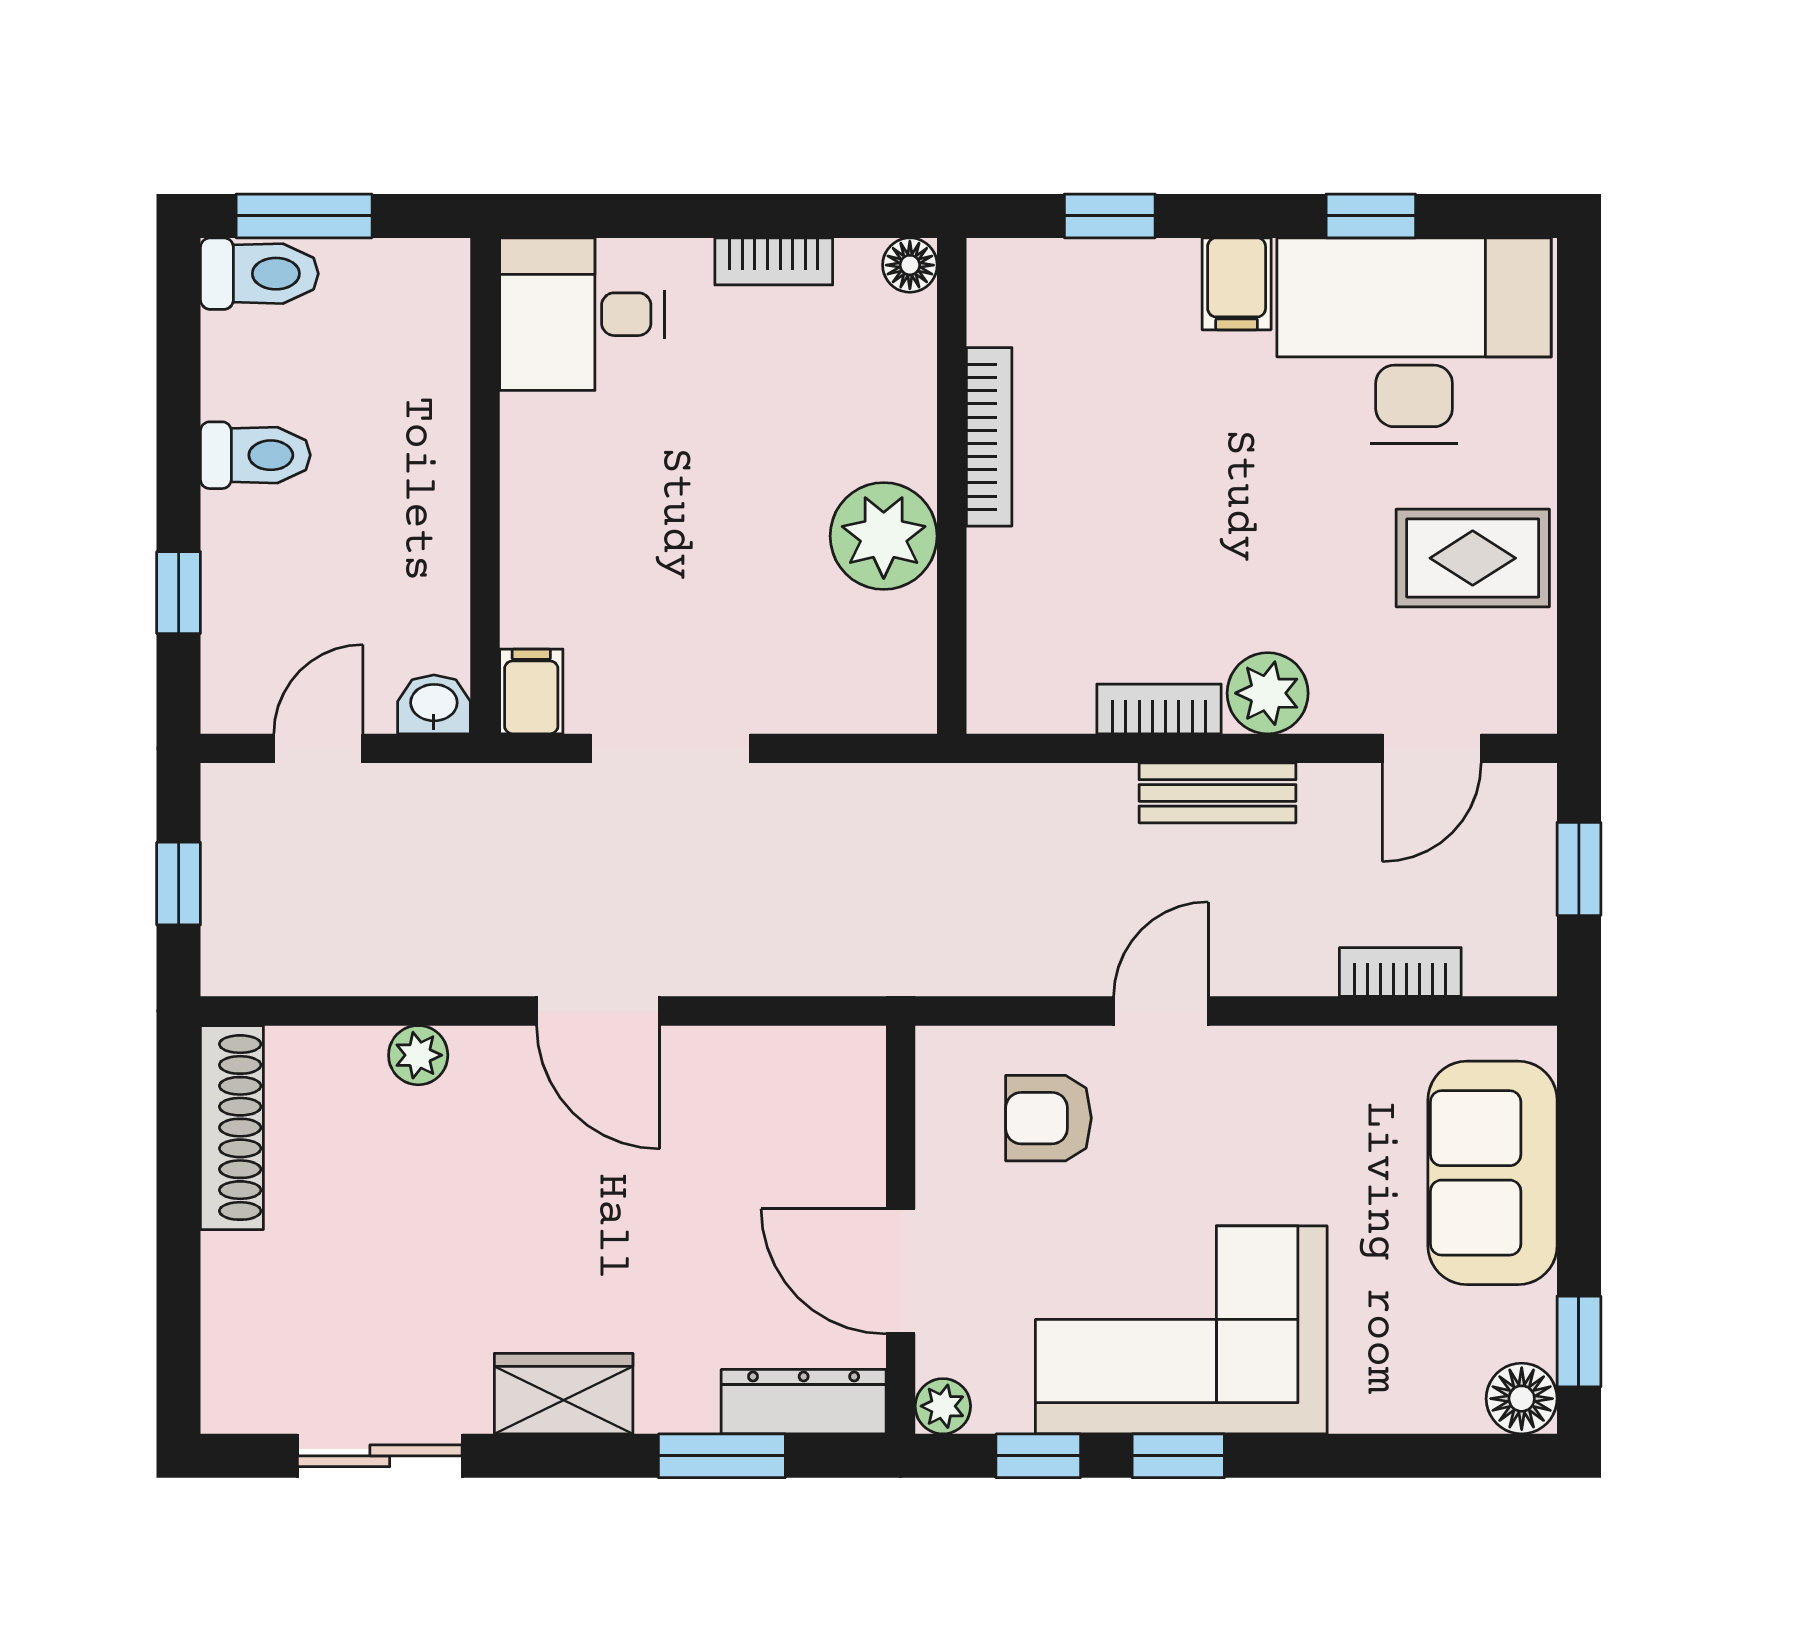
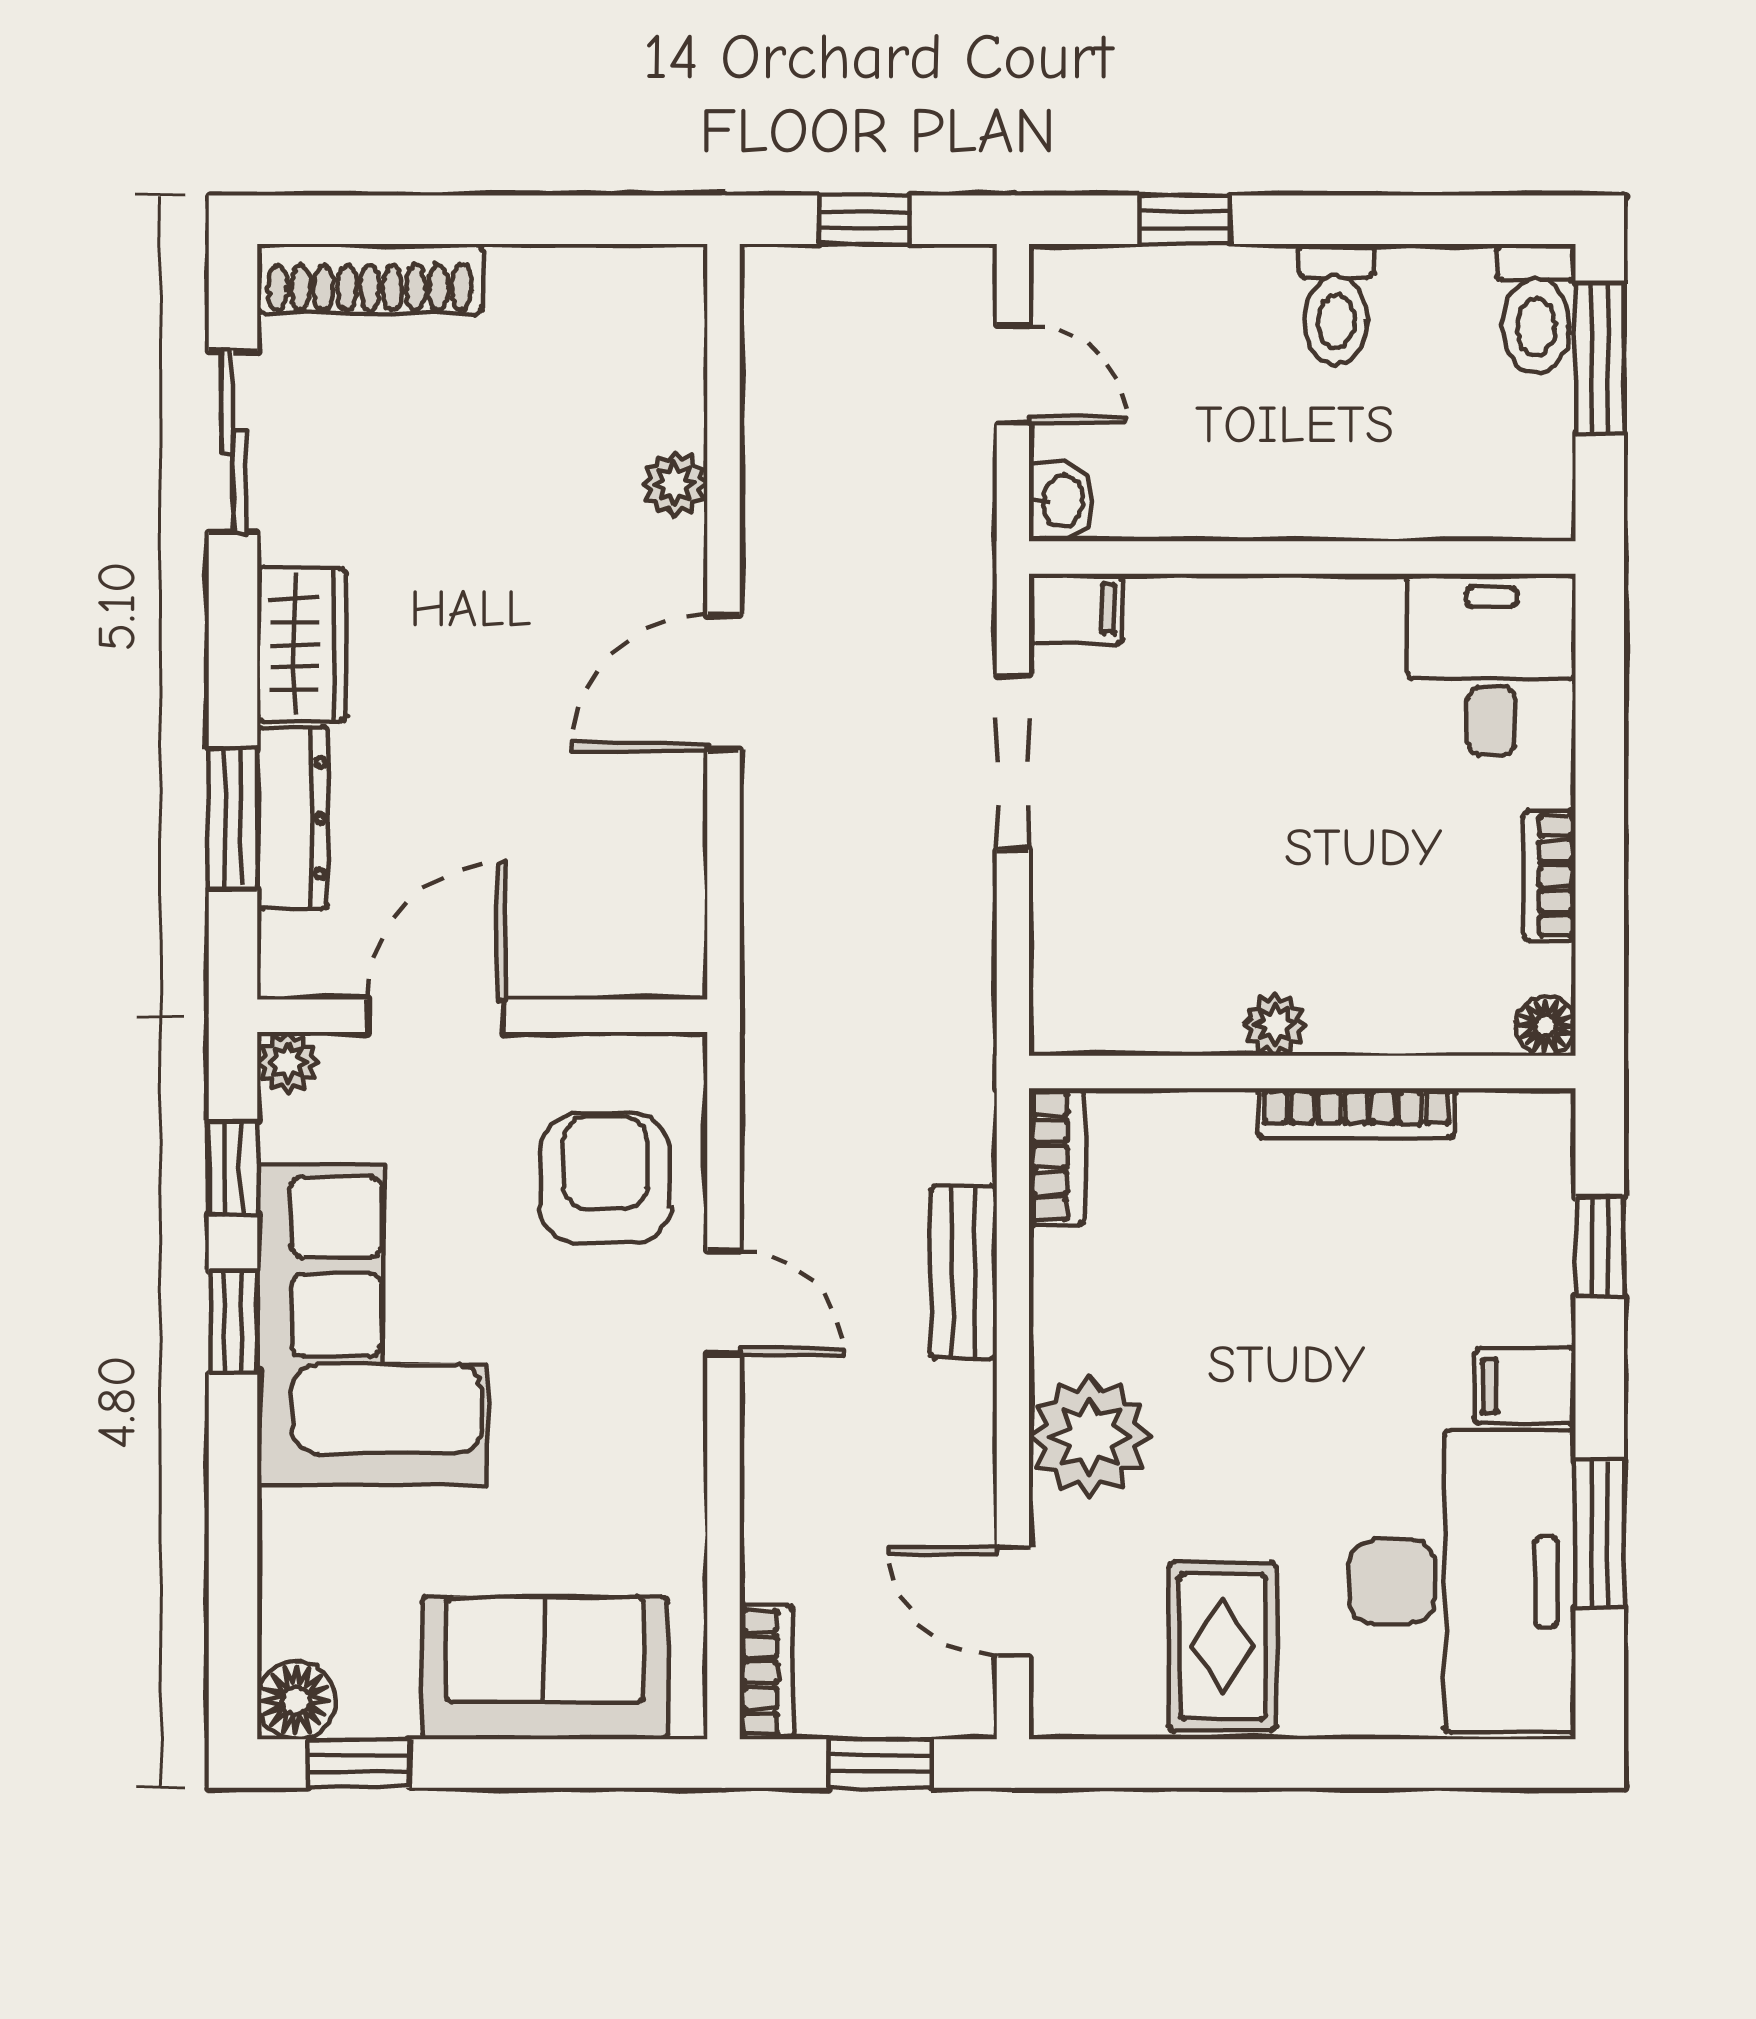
window: (1371, 216) -> (1600, 1534), width x1.50
plant: (884, 536) -> (1274, 1025), width x0.53, depth x0.53
plant: (1268, 693) -> (1090, 1437), width x1.36, depth x1.36
bookcase: (1159, 709) -> (1056, 1157), moved
bench: (1218, 793) -> (964, 1272), moved
bookcase: (1400, 972) -> (766, 1672), moved
armchair: (1049, 1118) -> (605, 1179), width x1.38, depth x1.38
shoe rack: (232, 1128) -> (370, 279), moved
dresser: (804, 1402) -> (293, 818), moved

